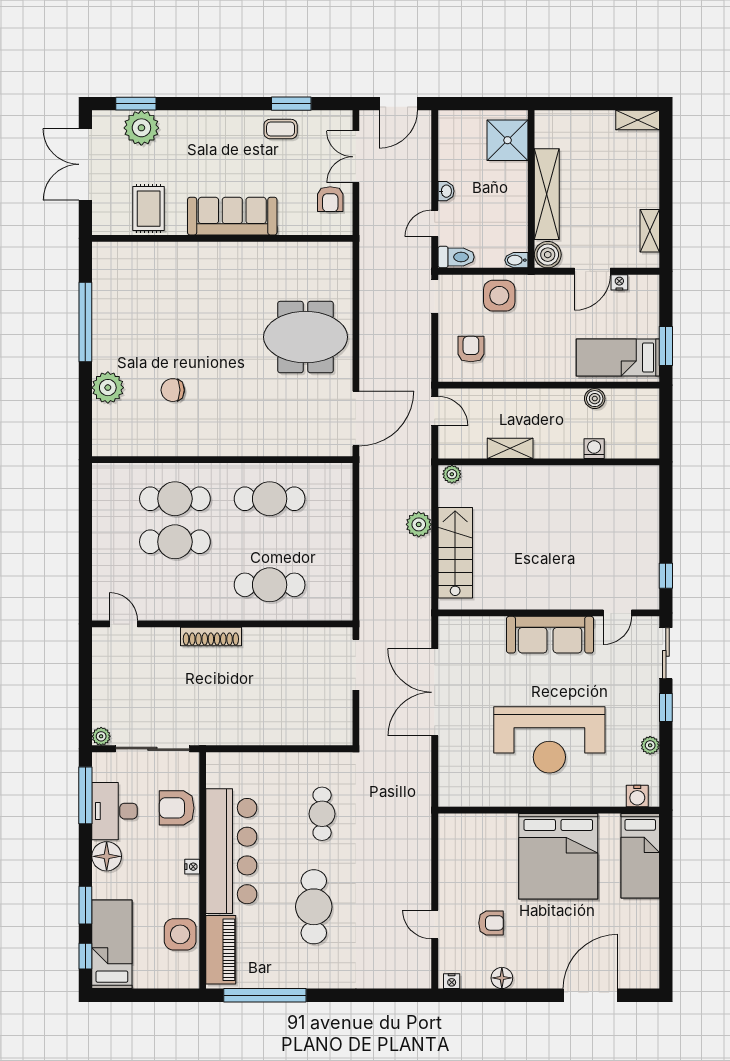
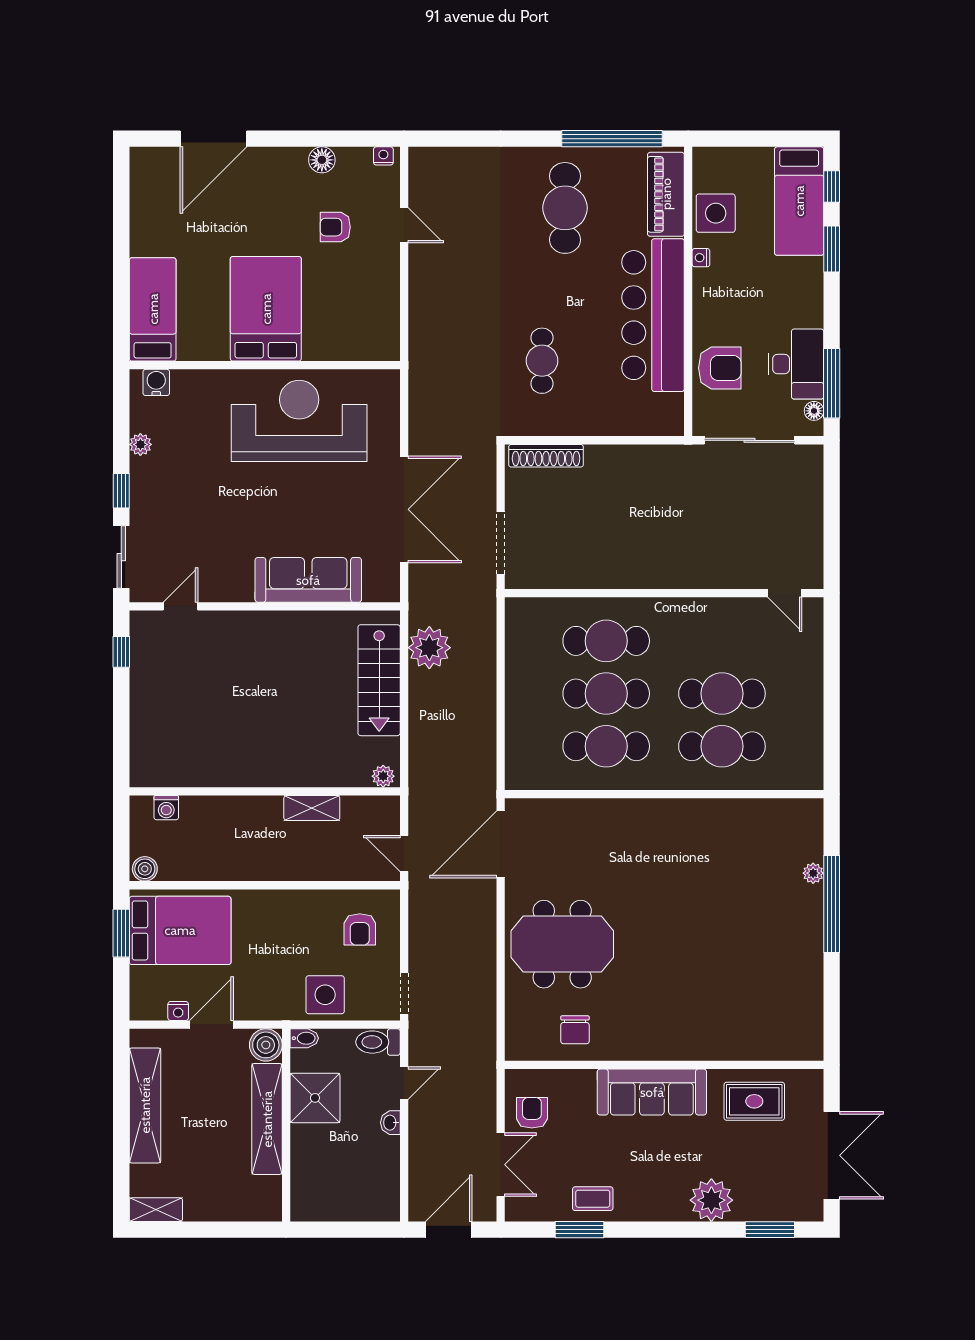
plant: (141, 128) -> (711, 1200), moved
shower: (508, 140) -> (315, 1098), moved
rug: (149, 209) -> (754, 1101), turned 90
shelving: (650, 231) -> (145, 1105), width x2.20, depth x1.33
window: (85, 322) -> (832, 904), moved
bed: (618, 358) -> (180, 930), width x1.50
plant: (108, 388) -> (813, 873), width x0.53, depth x0.53
chair: (173, 390) -> (575, 1030), moved, turned 90
boiler: (595, 399) -> (145, 869), moved
washing machine: (594, 449) -> (166, 808), moved
plant: (419, 524) -> (429, 648), moved, width x1.36, depth x1.36
cafe table: (270, 542) -> (606, 694), added
sofa: (550, 635) -> (308, 580), moved
shoe rack: (211, 637) -> (546, 456), moved, turned 180
plant: (101, 736) -> (812, 456), removed
reception desk: (549, 740) -> (299, 421), moved
floor lamp: (107, 856) -> (814, 411), moved, width x0.53, depth x0.53
bed: (558, 856) -> (266, 309), width x0.73
nightstand: (192, 867) -> (701, 258), moved
cafe table: (314, 907) -> (565, 208), moved

